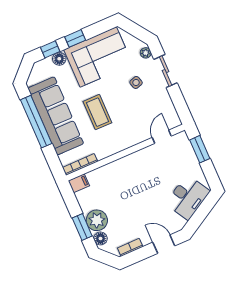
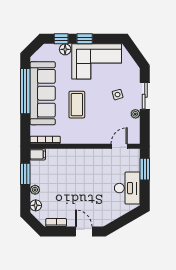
plant: (146, 53) -> (135, 114), moved
desk: (188, 197) -> (127, 188), moved, turned -60
plant: (97, 220) -> (35, 190), width x0.53, depth x0.53
window: (82, 227) -> (25, 174), moved

